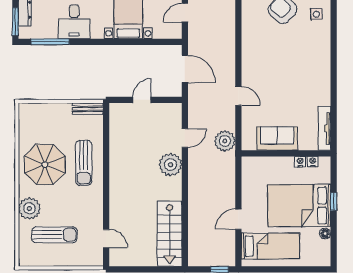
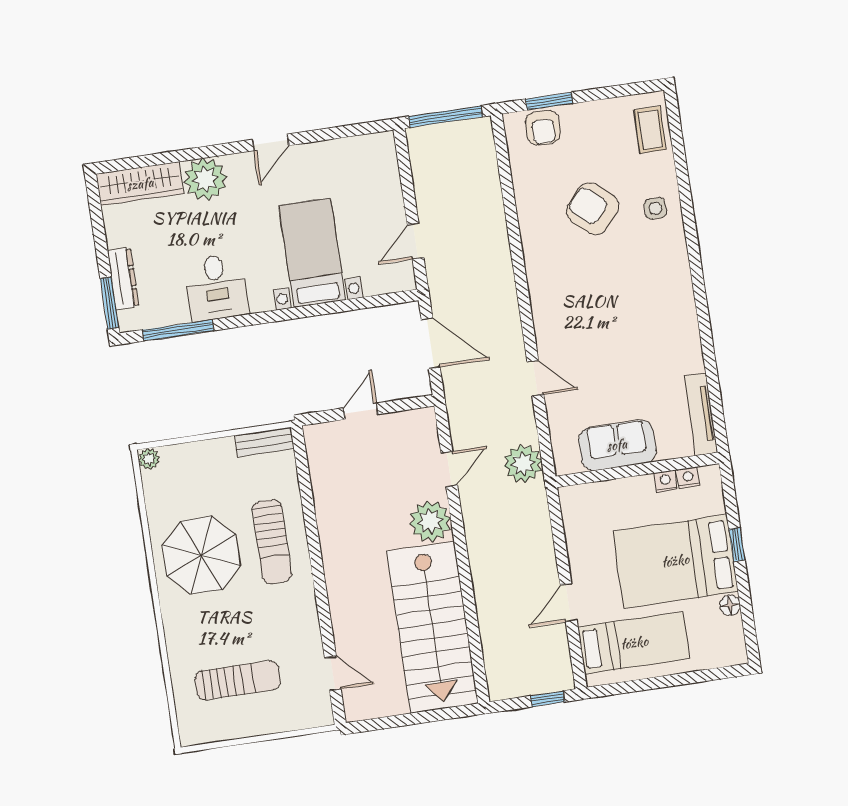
plant: (29, 209) -> (149, 459), moved, width x0.53, depth x0.53
stairs: (170, 234) -> (433, 627), width x1.36, depth x1.51

